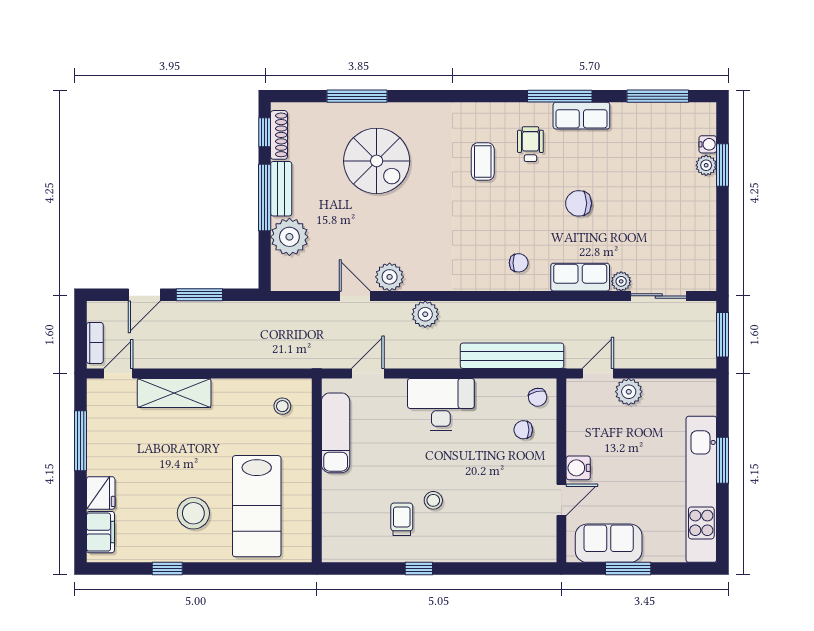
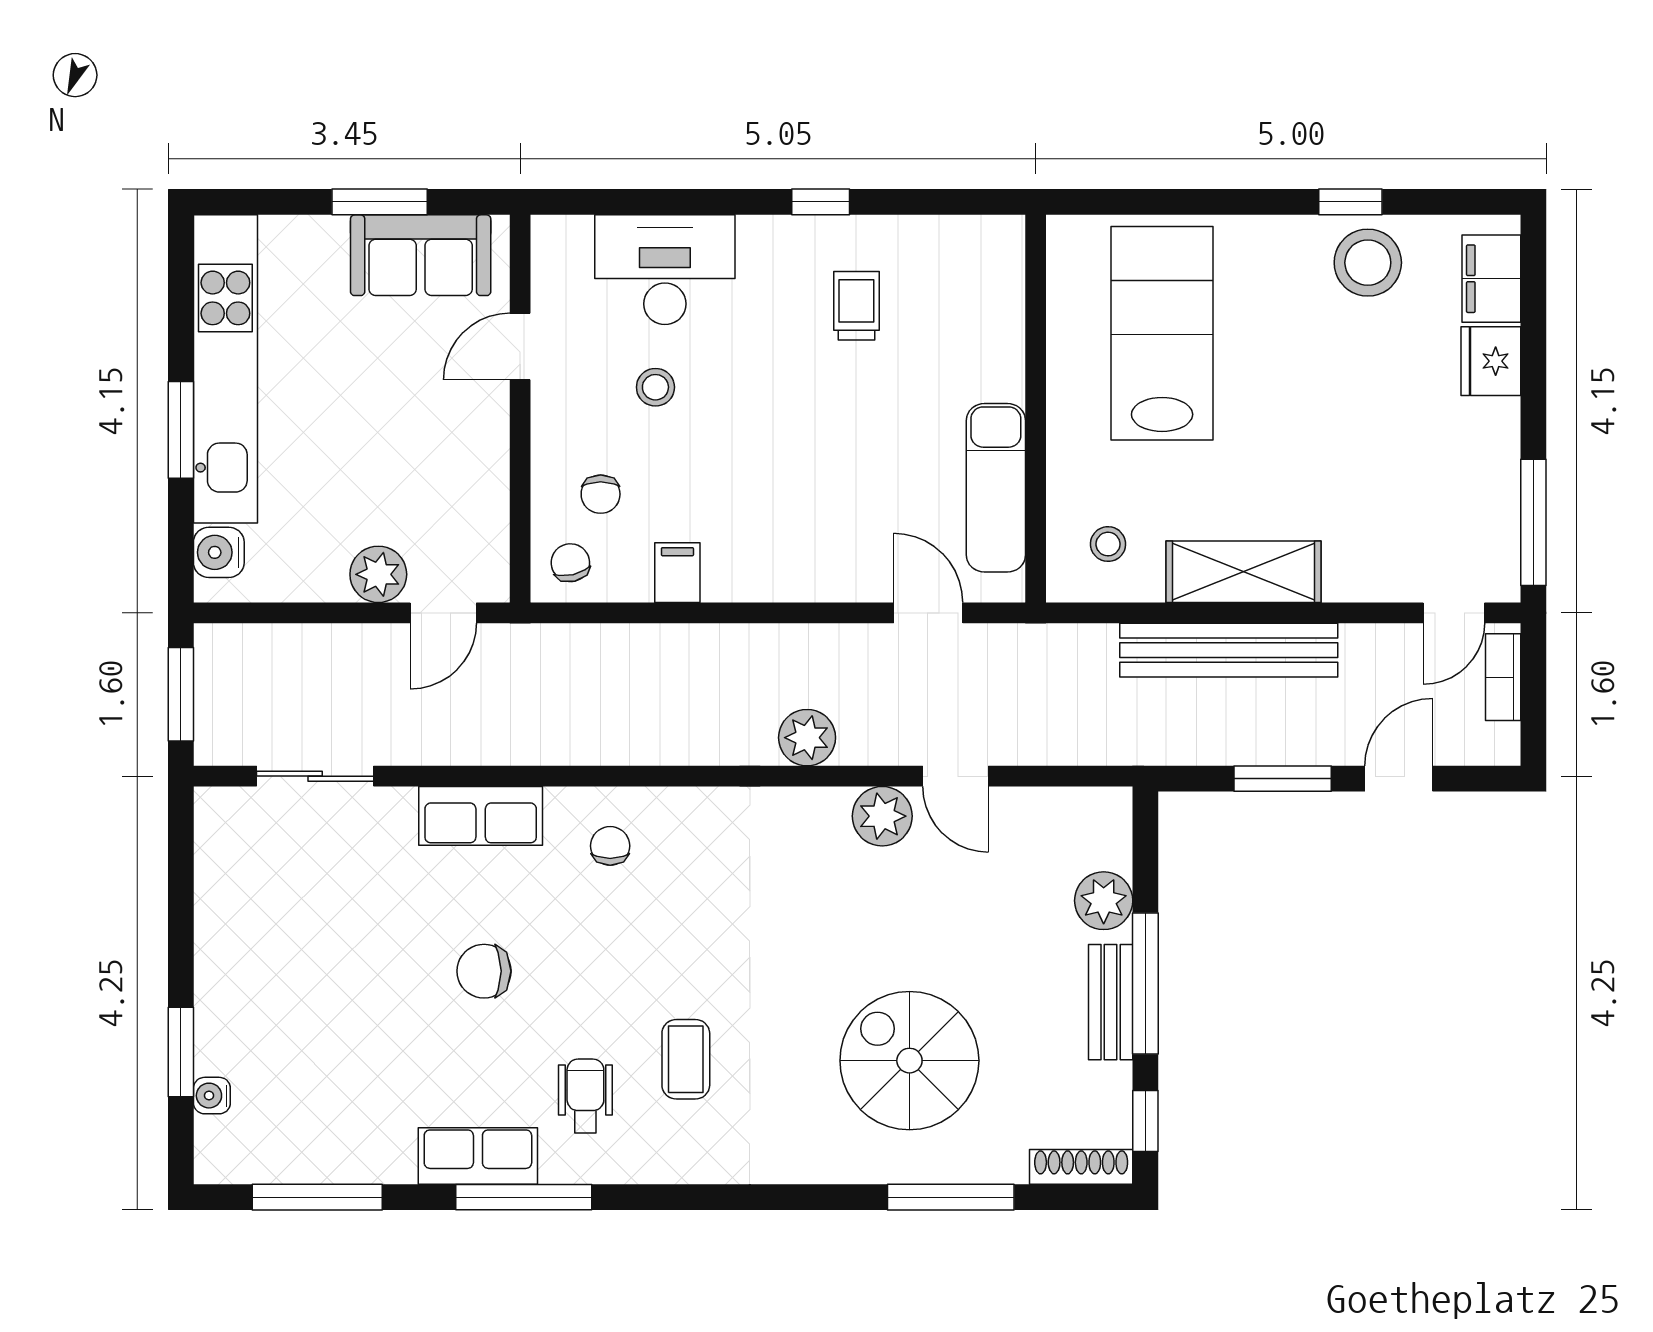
shoe rack: (279, 135) -> (1081, 1167), moved, turned 90
wheelchair: (530, 144) -> (585, 1096), turned 180
plant: (706, 165) -> (215, 1051), removed
chair: (579, 203) -> (484, 971), turned 180
plant: (289, 237) -> (1104, 901), width x0.73, depth x0.73
chair: (519, 263) -> (610, 846), turned 90
plant: (621, 281) -> (394, 807), removed
bench: (512, 356) -> (1229, 650), moved
door: (368, 373) -> (928, 613), swing flipped
shelving: (174, 393) -> (1243, 572), moved
filing cabinet: (487, 393) -> (677, 573), added
desk: (441, 404) -> (665, 270), moved, turned 180
chair: (523, 430) -> (601, 494), turned 90
window: (80, 441) -> (1533, 522), moved
water cooler: (578, 468) -> (219, 552), moved, turned 180
stool: (433, 500) -> (655, 387), moved
stool: (193, 513) -> (1368, 263), moved
trolley: (402, 519) -> (856, 306), turned 180

